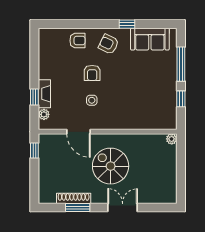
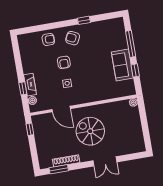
sofa: (150, 39) -> (122, 65), moved, turned 90
window: (78, 207) -> (59, 169), moved
double door: (123, 207) -> (105, 161), swing flipped

